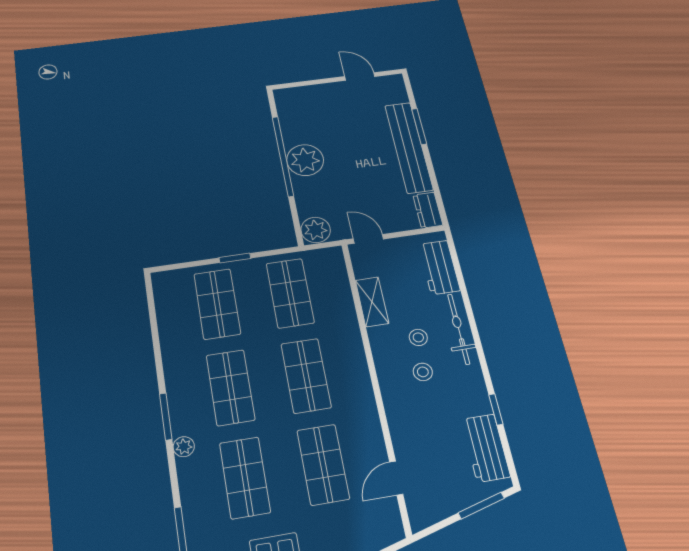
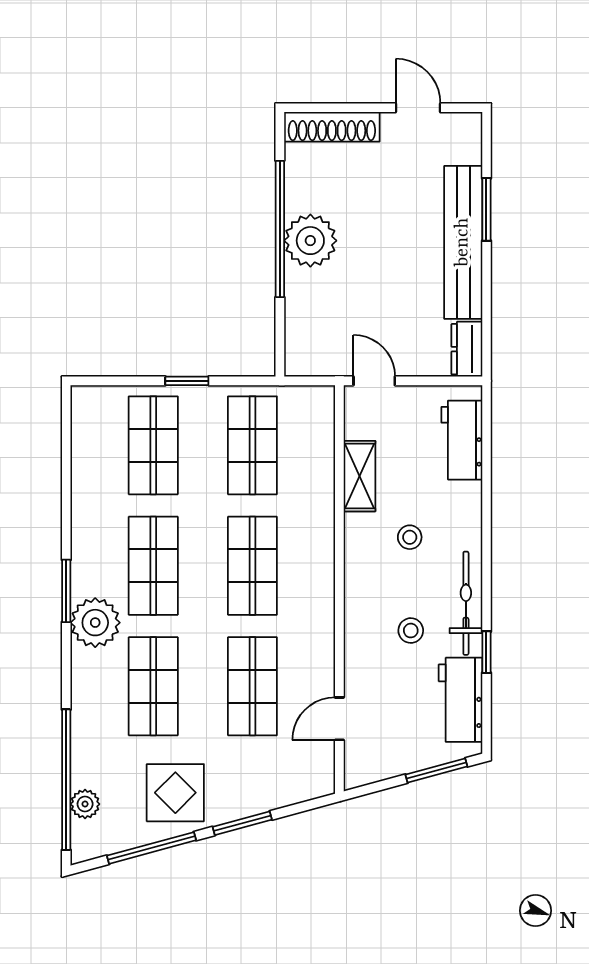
shoe rack: (306, 94) -> (332, 127), added
plant: (316, 230) -> (304, 355), removed
bicycle: (459, 329) -> (466, 603), moved
stool: (423, 372) -> (411, 631), moved
plant: (184, 447) -> (95, 623), width x1.87, depth x1.87

